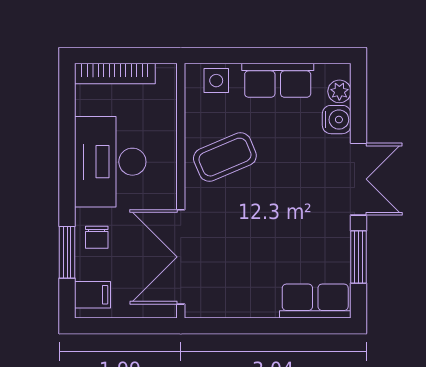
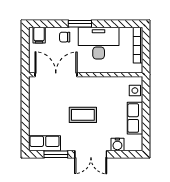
plant: (339, 91) -> (130, 146), removed
coffee table: (225, 157) -> (83, 115), moved, turned -67
window: (67, 252) -> (80, 24), moved
row of seats: (315, 301) -> (45, 143), moved, turned -90

